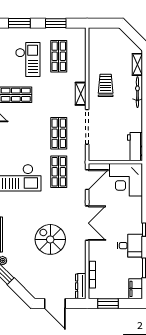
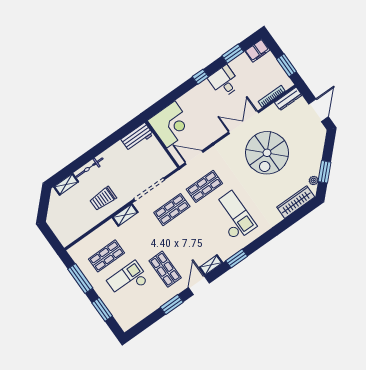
window: (56, 23) -> (80, 279), width x1.44
double door: (87, 223) -> (244, 122), moved
spiral stairs: (50, 239) -> (267, 153), width x1.37, depth x1.37

